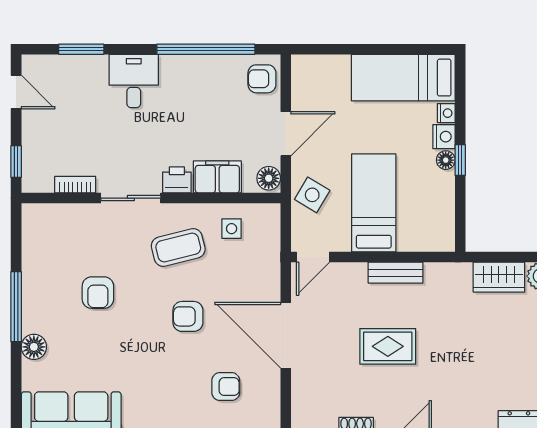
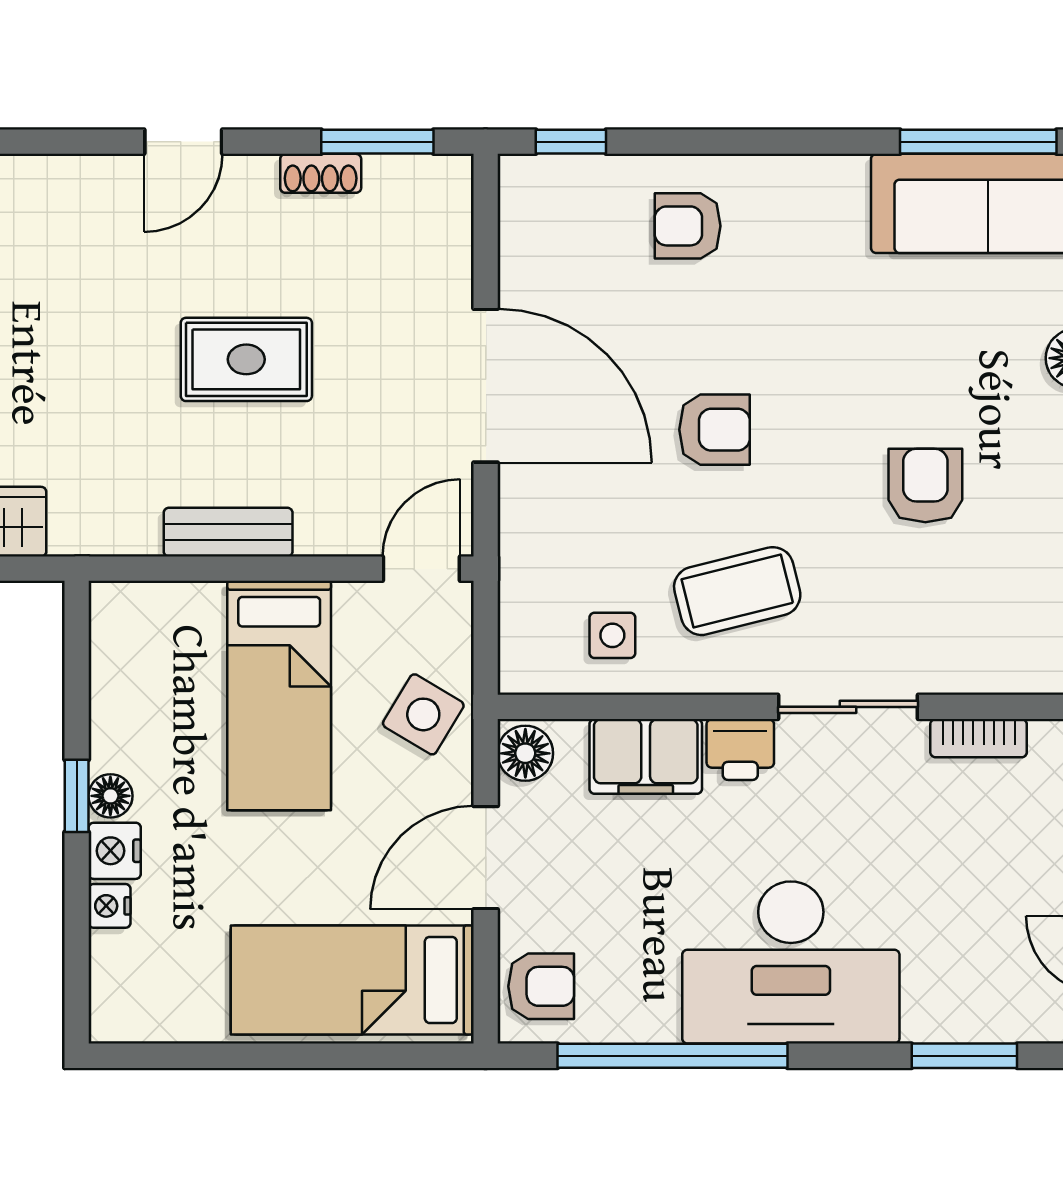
bed: (403, 78) -> (352, 980), moved, turned 180
desk: (134, 81) -> (791, 963), width x1.87, depth x1.30
armchair: (226, 387) -> (688, 226), moved

